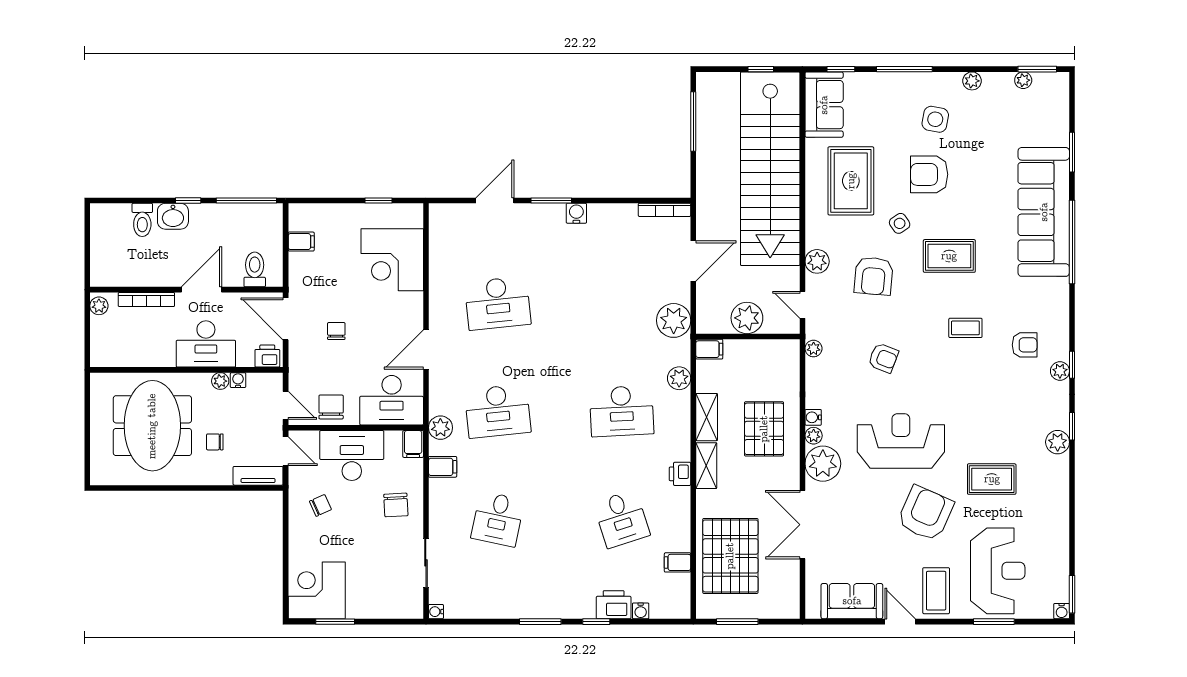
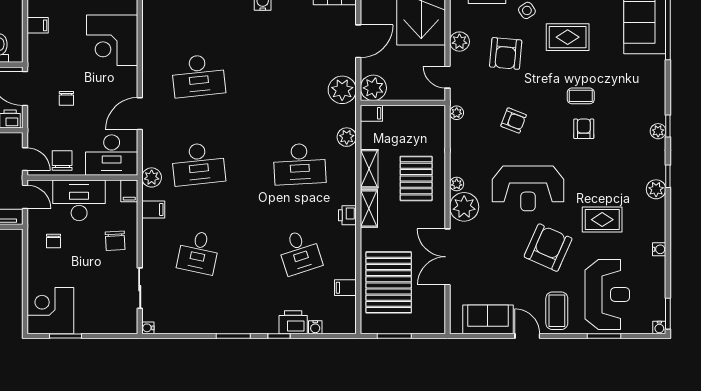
plant: (747, 318) -> (373, 88), moved
chair: (336, 331) -> (66, 98), turned 180
armchair: (1025, 345) -> (584, 129), moved, turned -90
water cooler: (813, 417) -> (659, 249), moved, turned 180
reception desk: (901, 441) -> (528, 188), turned 180
chair: (320, 505) -> (53, 241), turned 114

